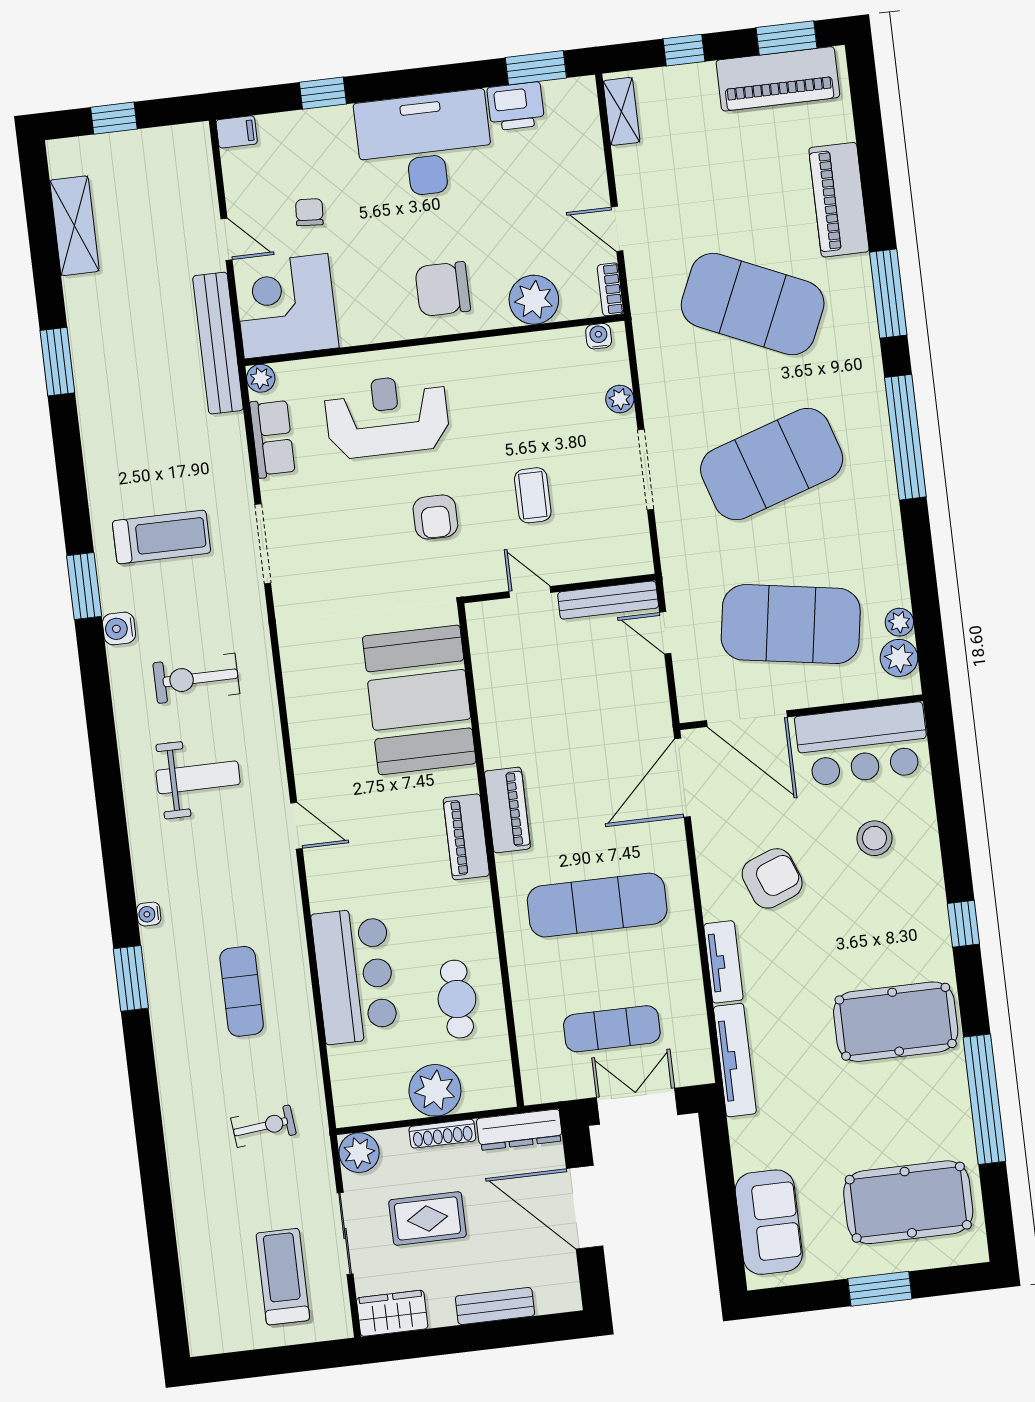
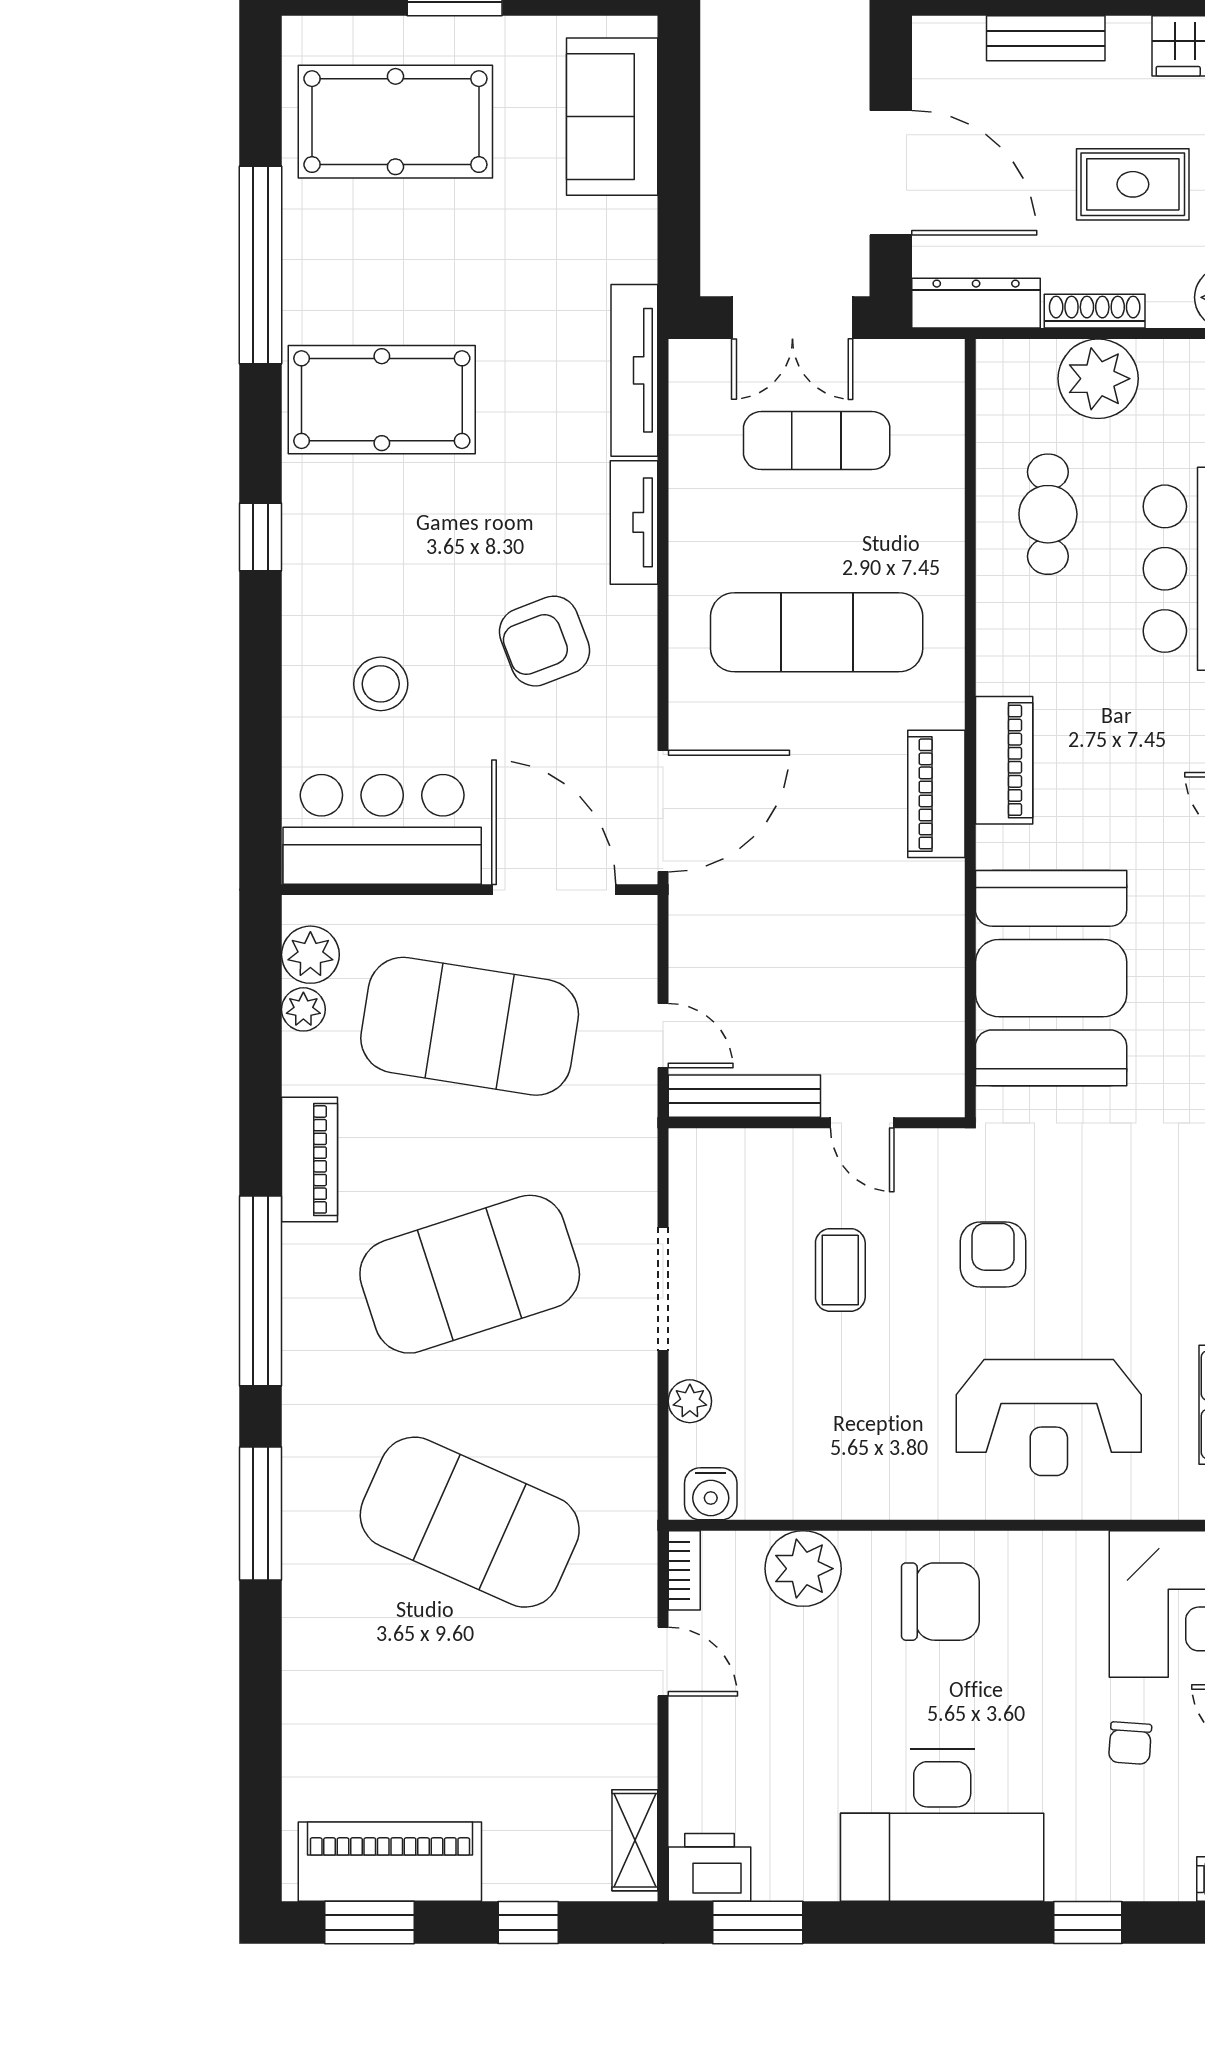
printer: (516, 106) -> (709, 1867), moved
piano: (839, 200) -> (310, 1159), moved, width x0.73, depth x0.75
water cooler: (599, 336) -> (711, 1494), width x1.38, depth x1.38

